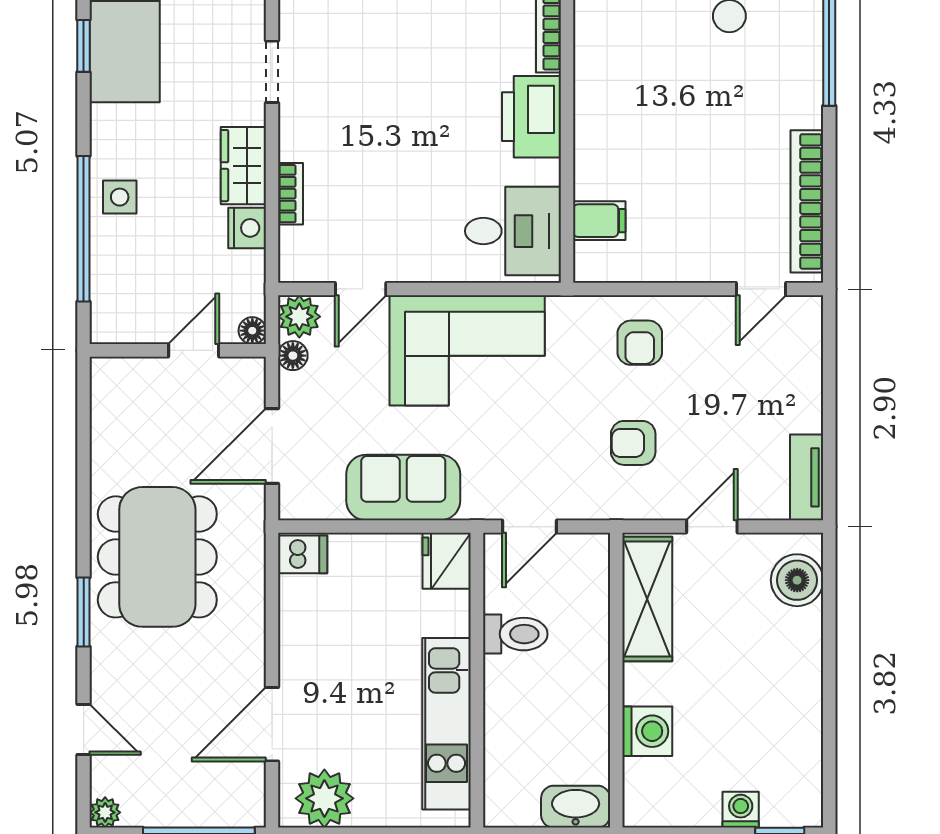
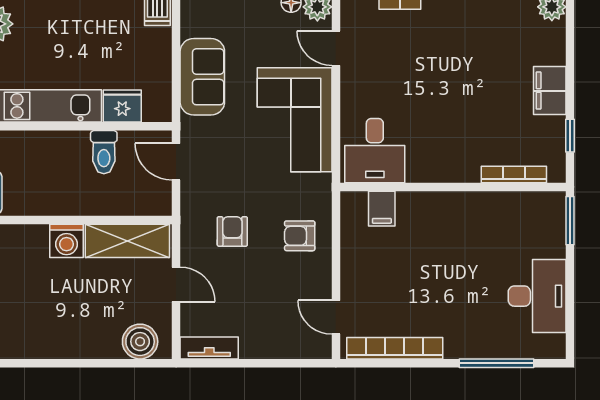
printer: (532, 117) -> (452, 163), removed
fridge: (447, 561) -> (122, 106), moved
washing machine: (647, 731) -> (67, 241), moved

